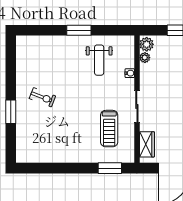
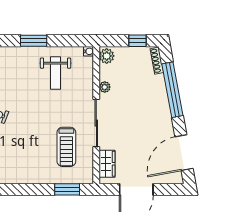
plant: (145, 58) -> (105, 87), moved
water cooler: (130, 73) -> (89, 51), moved
sliding door: (137, 106) -> (96, 123), width x1.37

